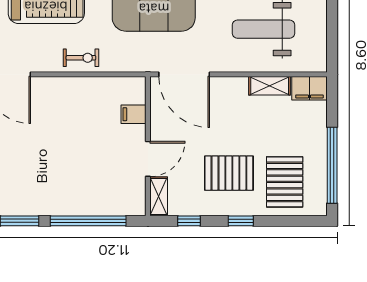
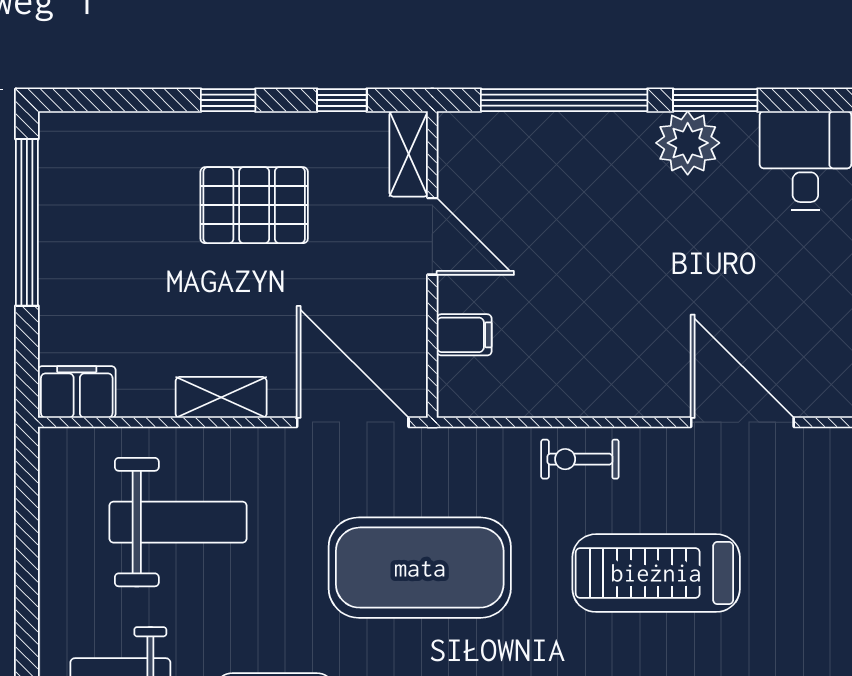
shelving: (270, 86) -> (221, 397), moved
door: (148, 159) -> (432, 236), swing flipped
pallet: (285, 182) -> (131, 186), removed
plant: (32, 201) -> (688, 143), added

